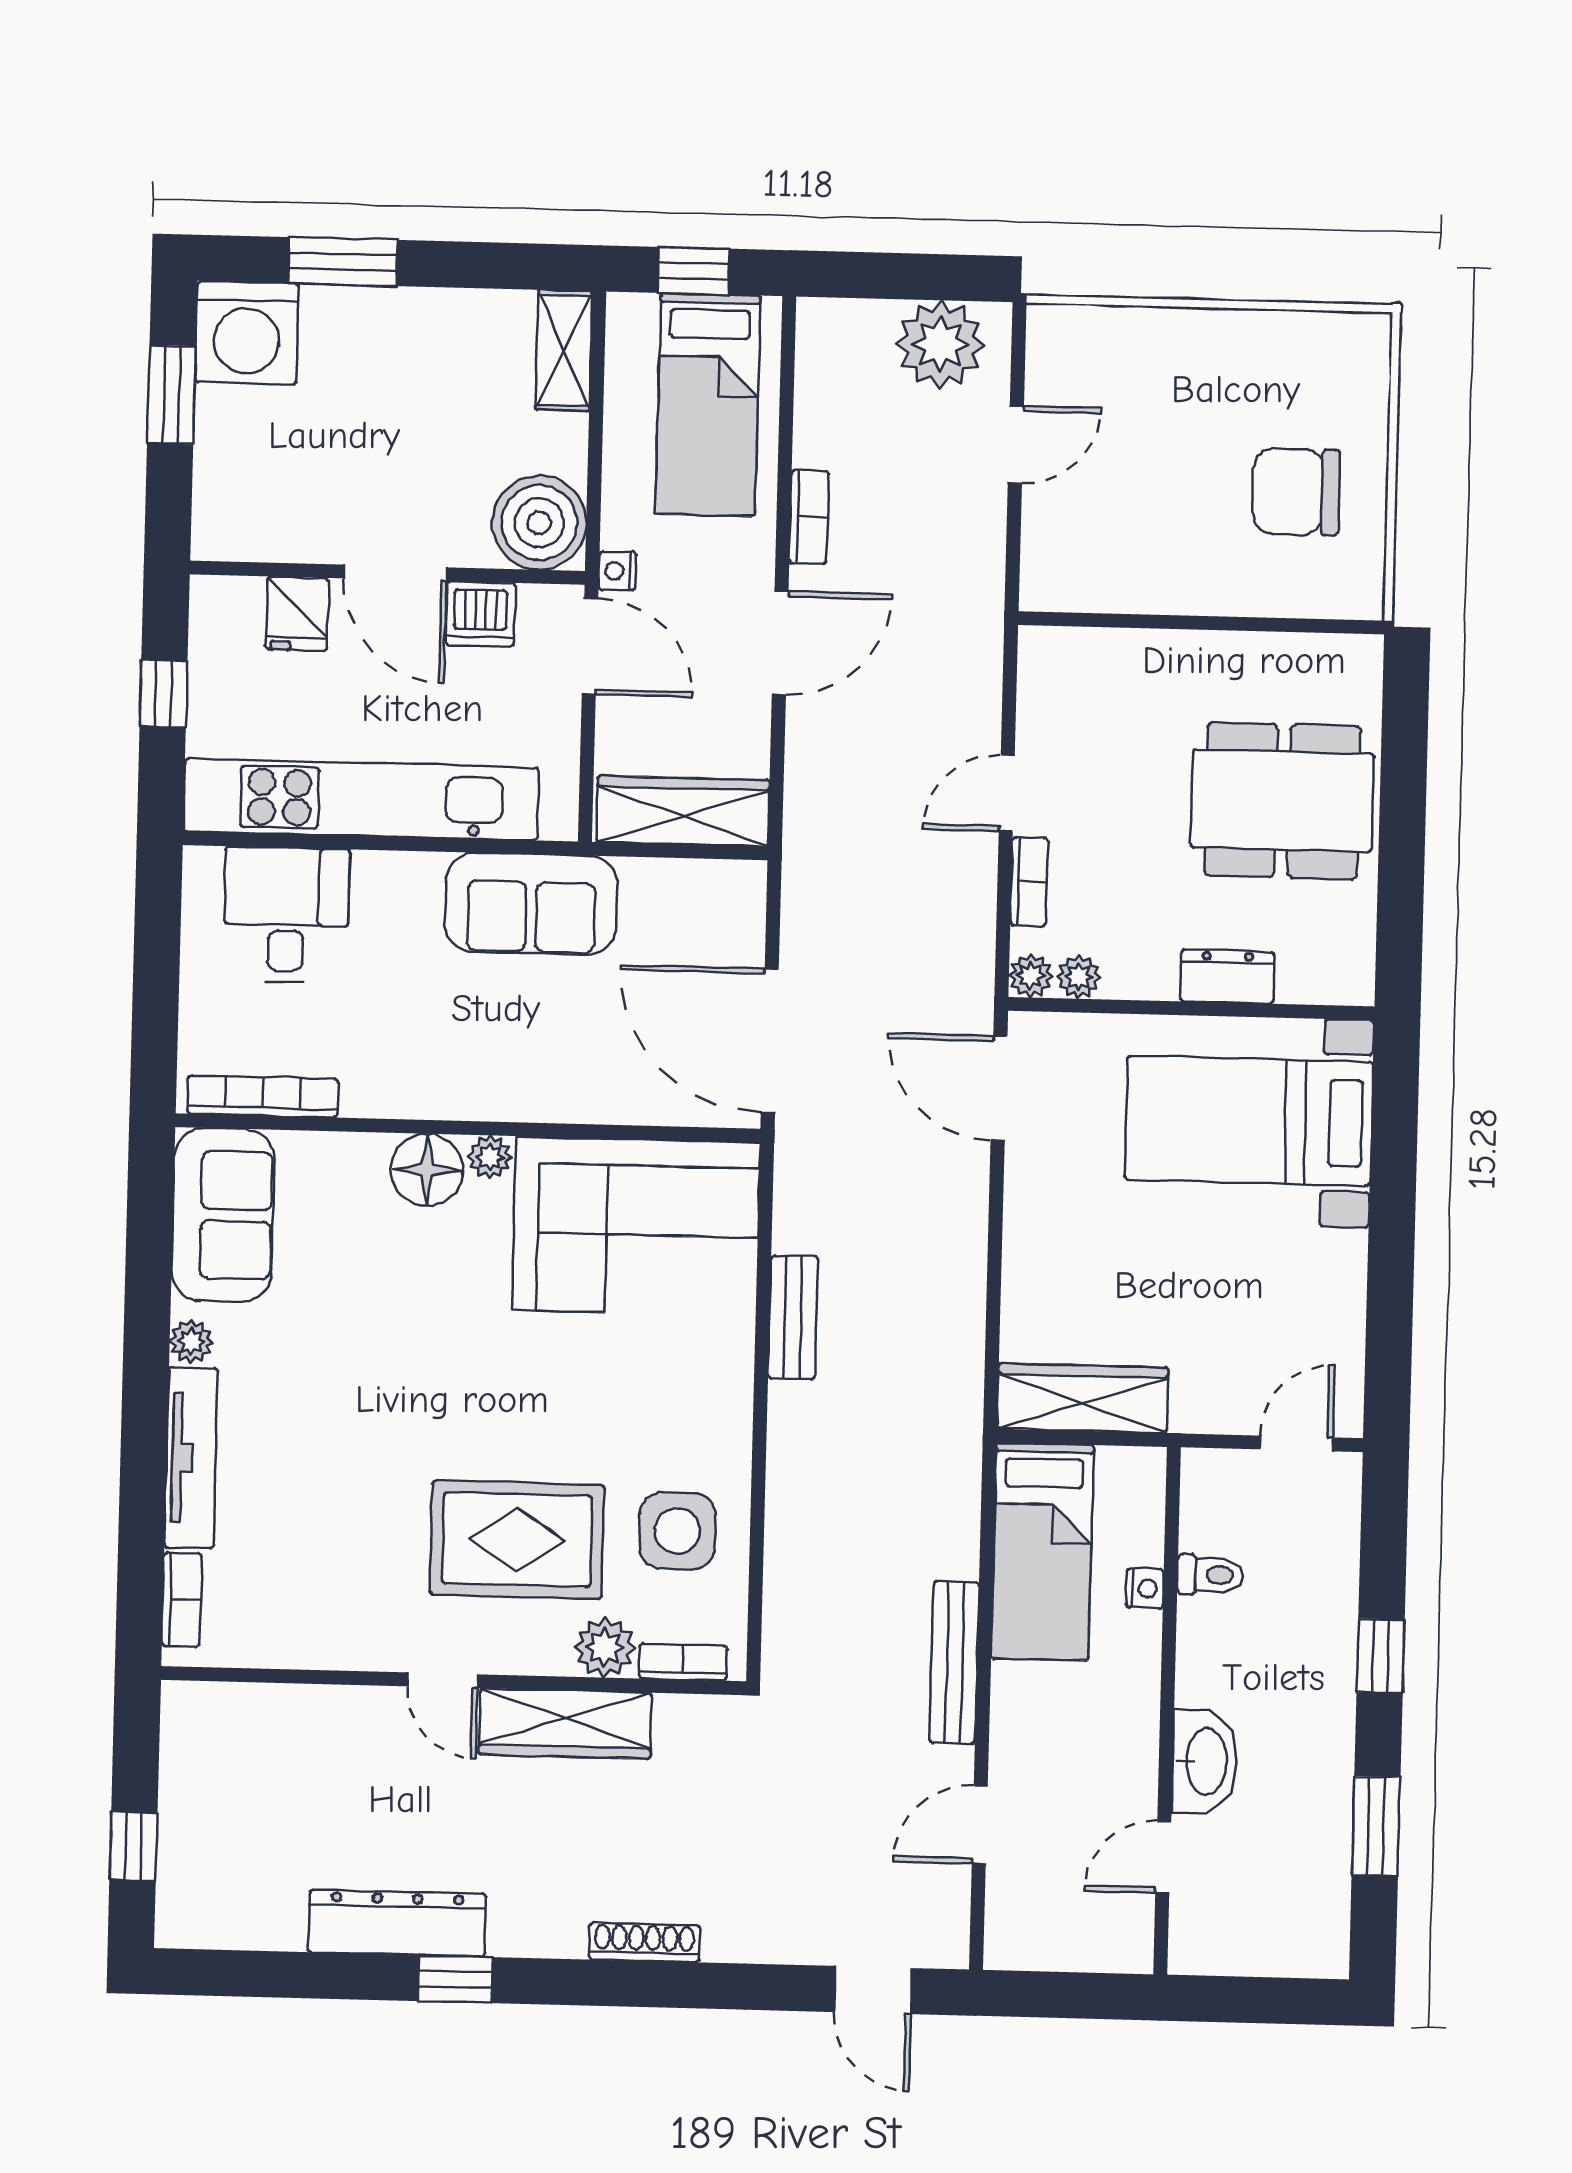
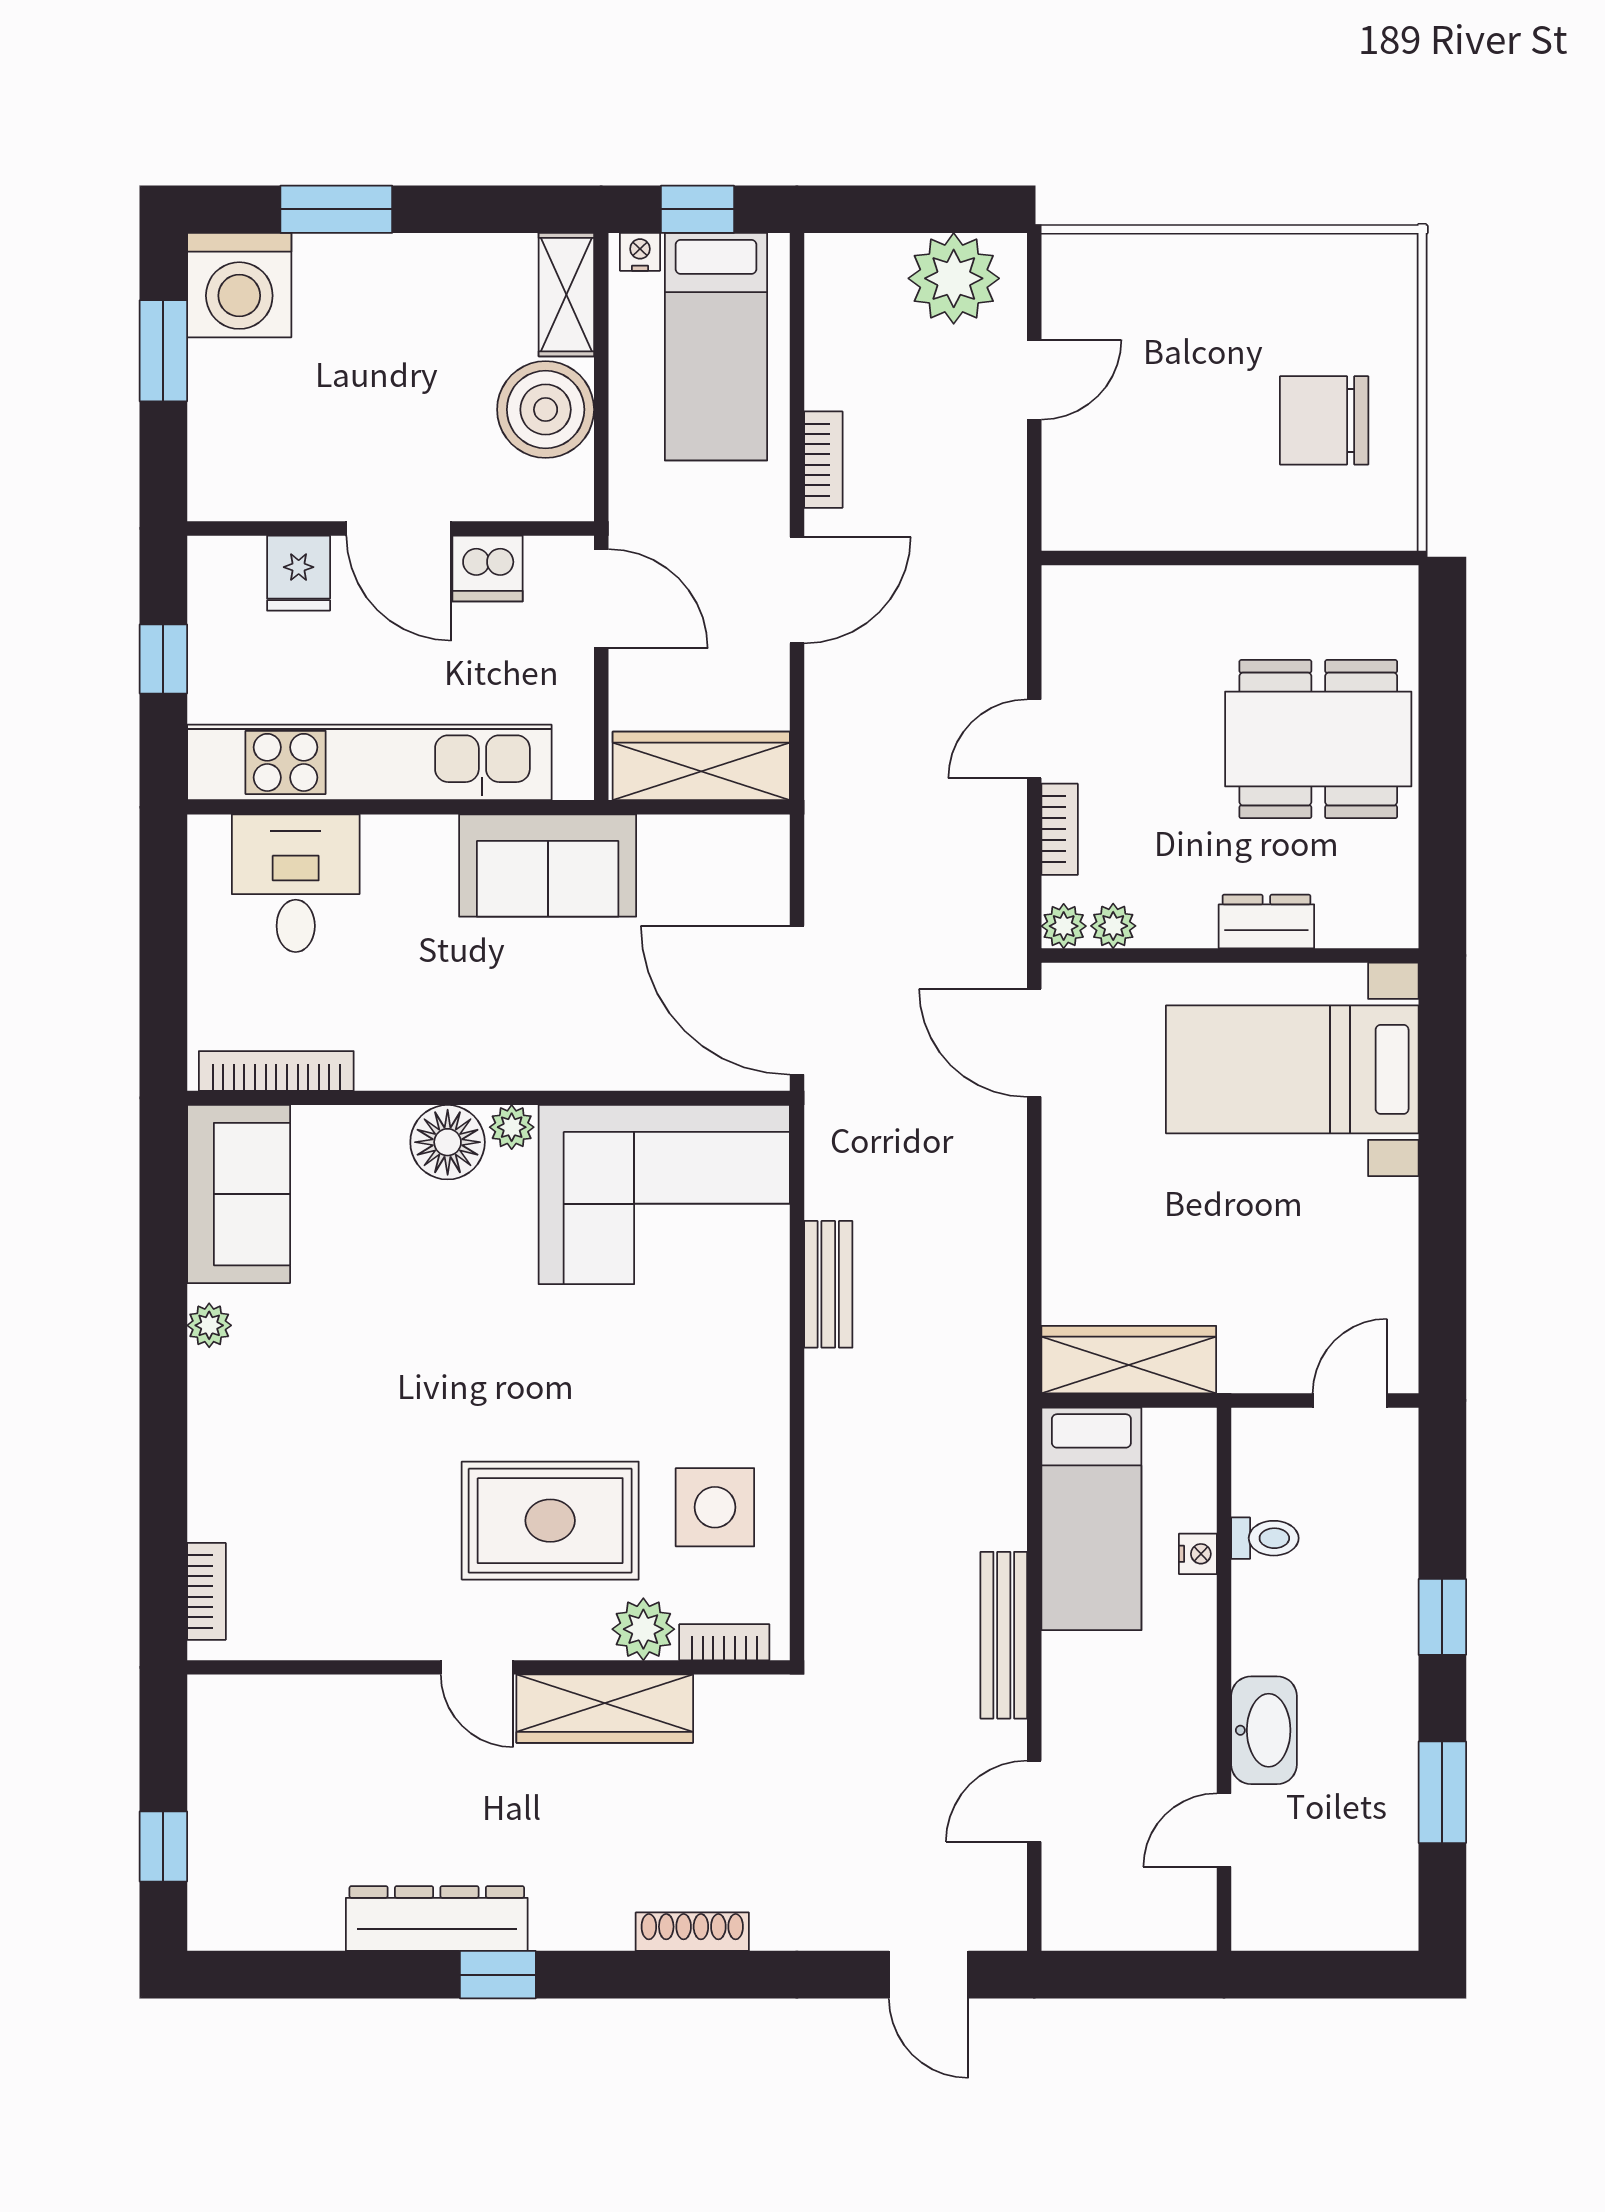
boiler: (539, 523) -> (546, 410), moved
nightstand: (617, 571) -> (640, 252), moved, turned 90
tv unit: (191, 1458) -> (212, 1445), removed

